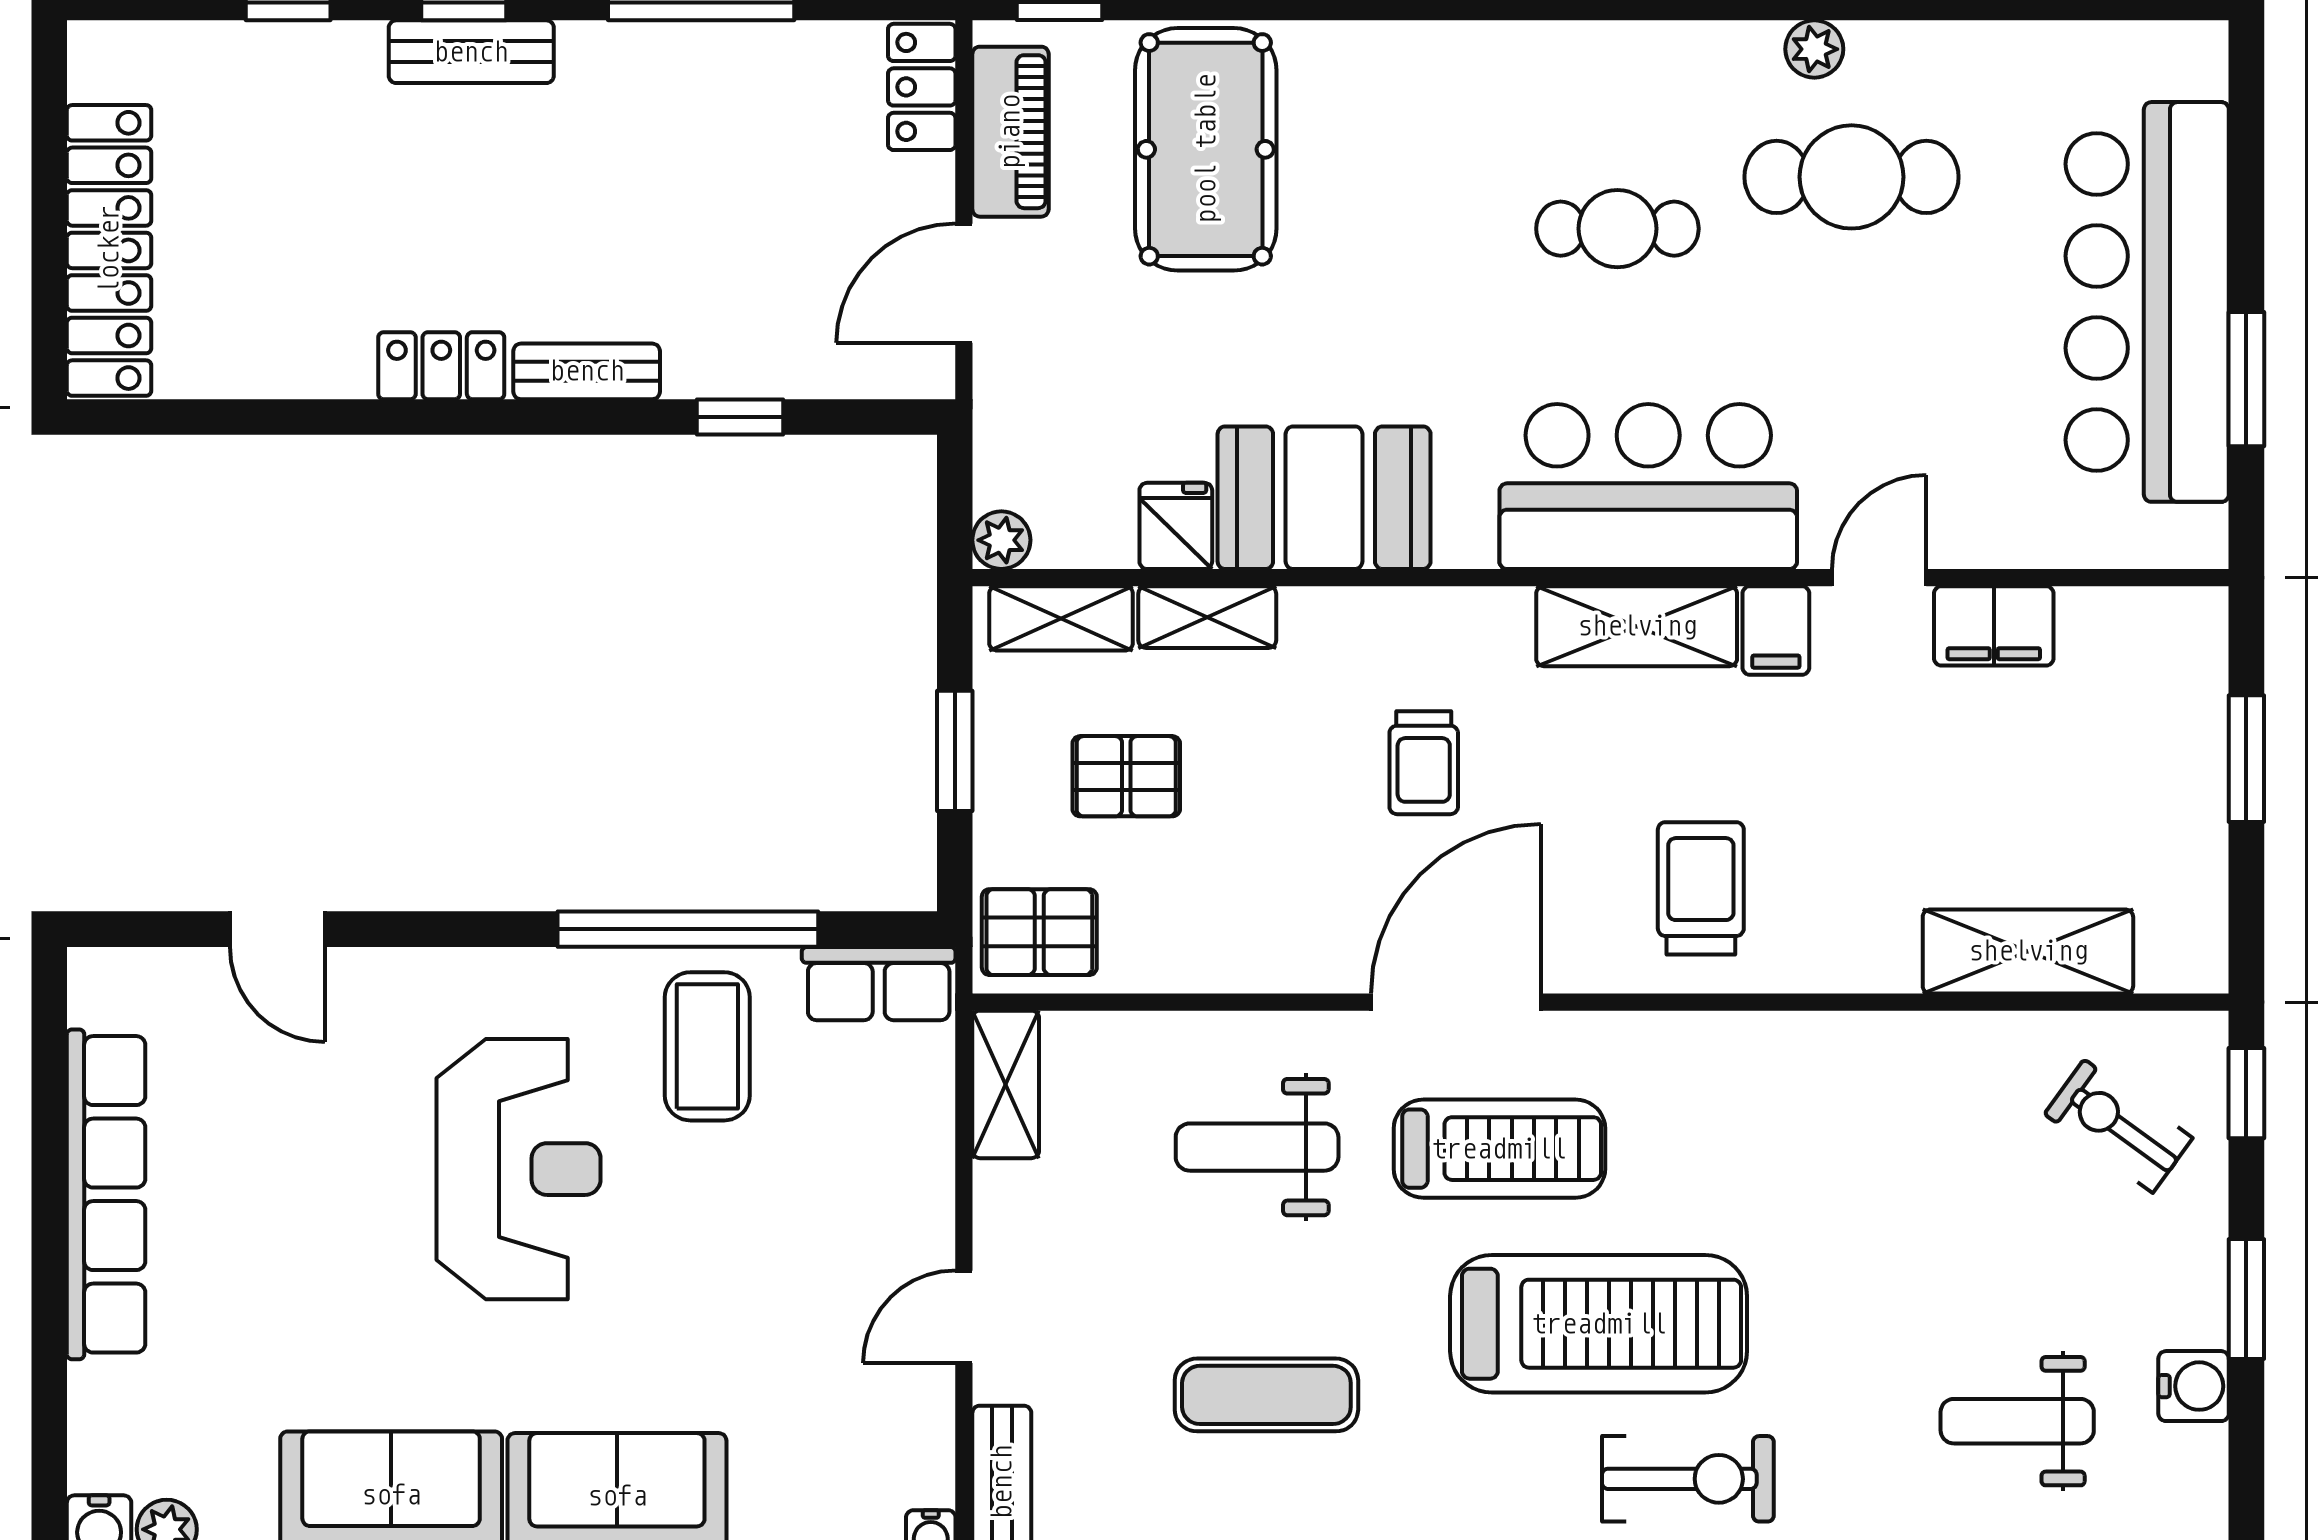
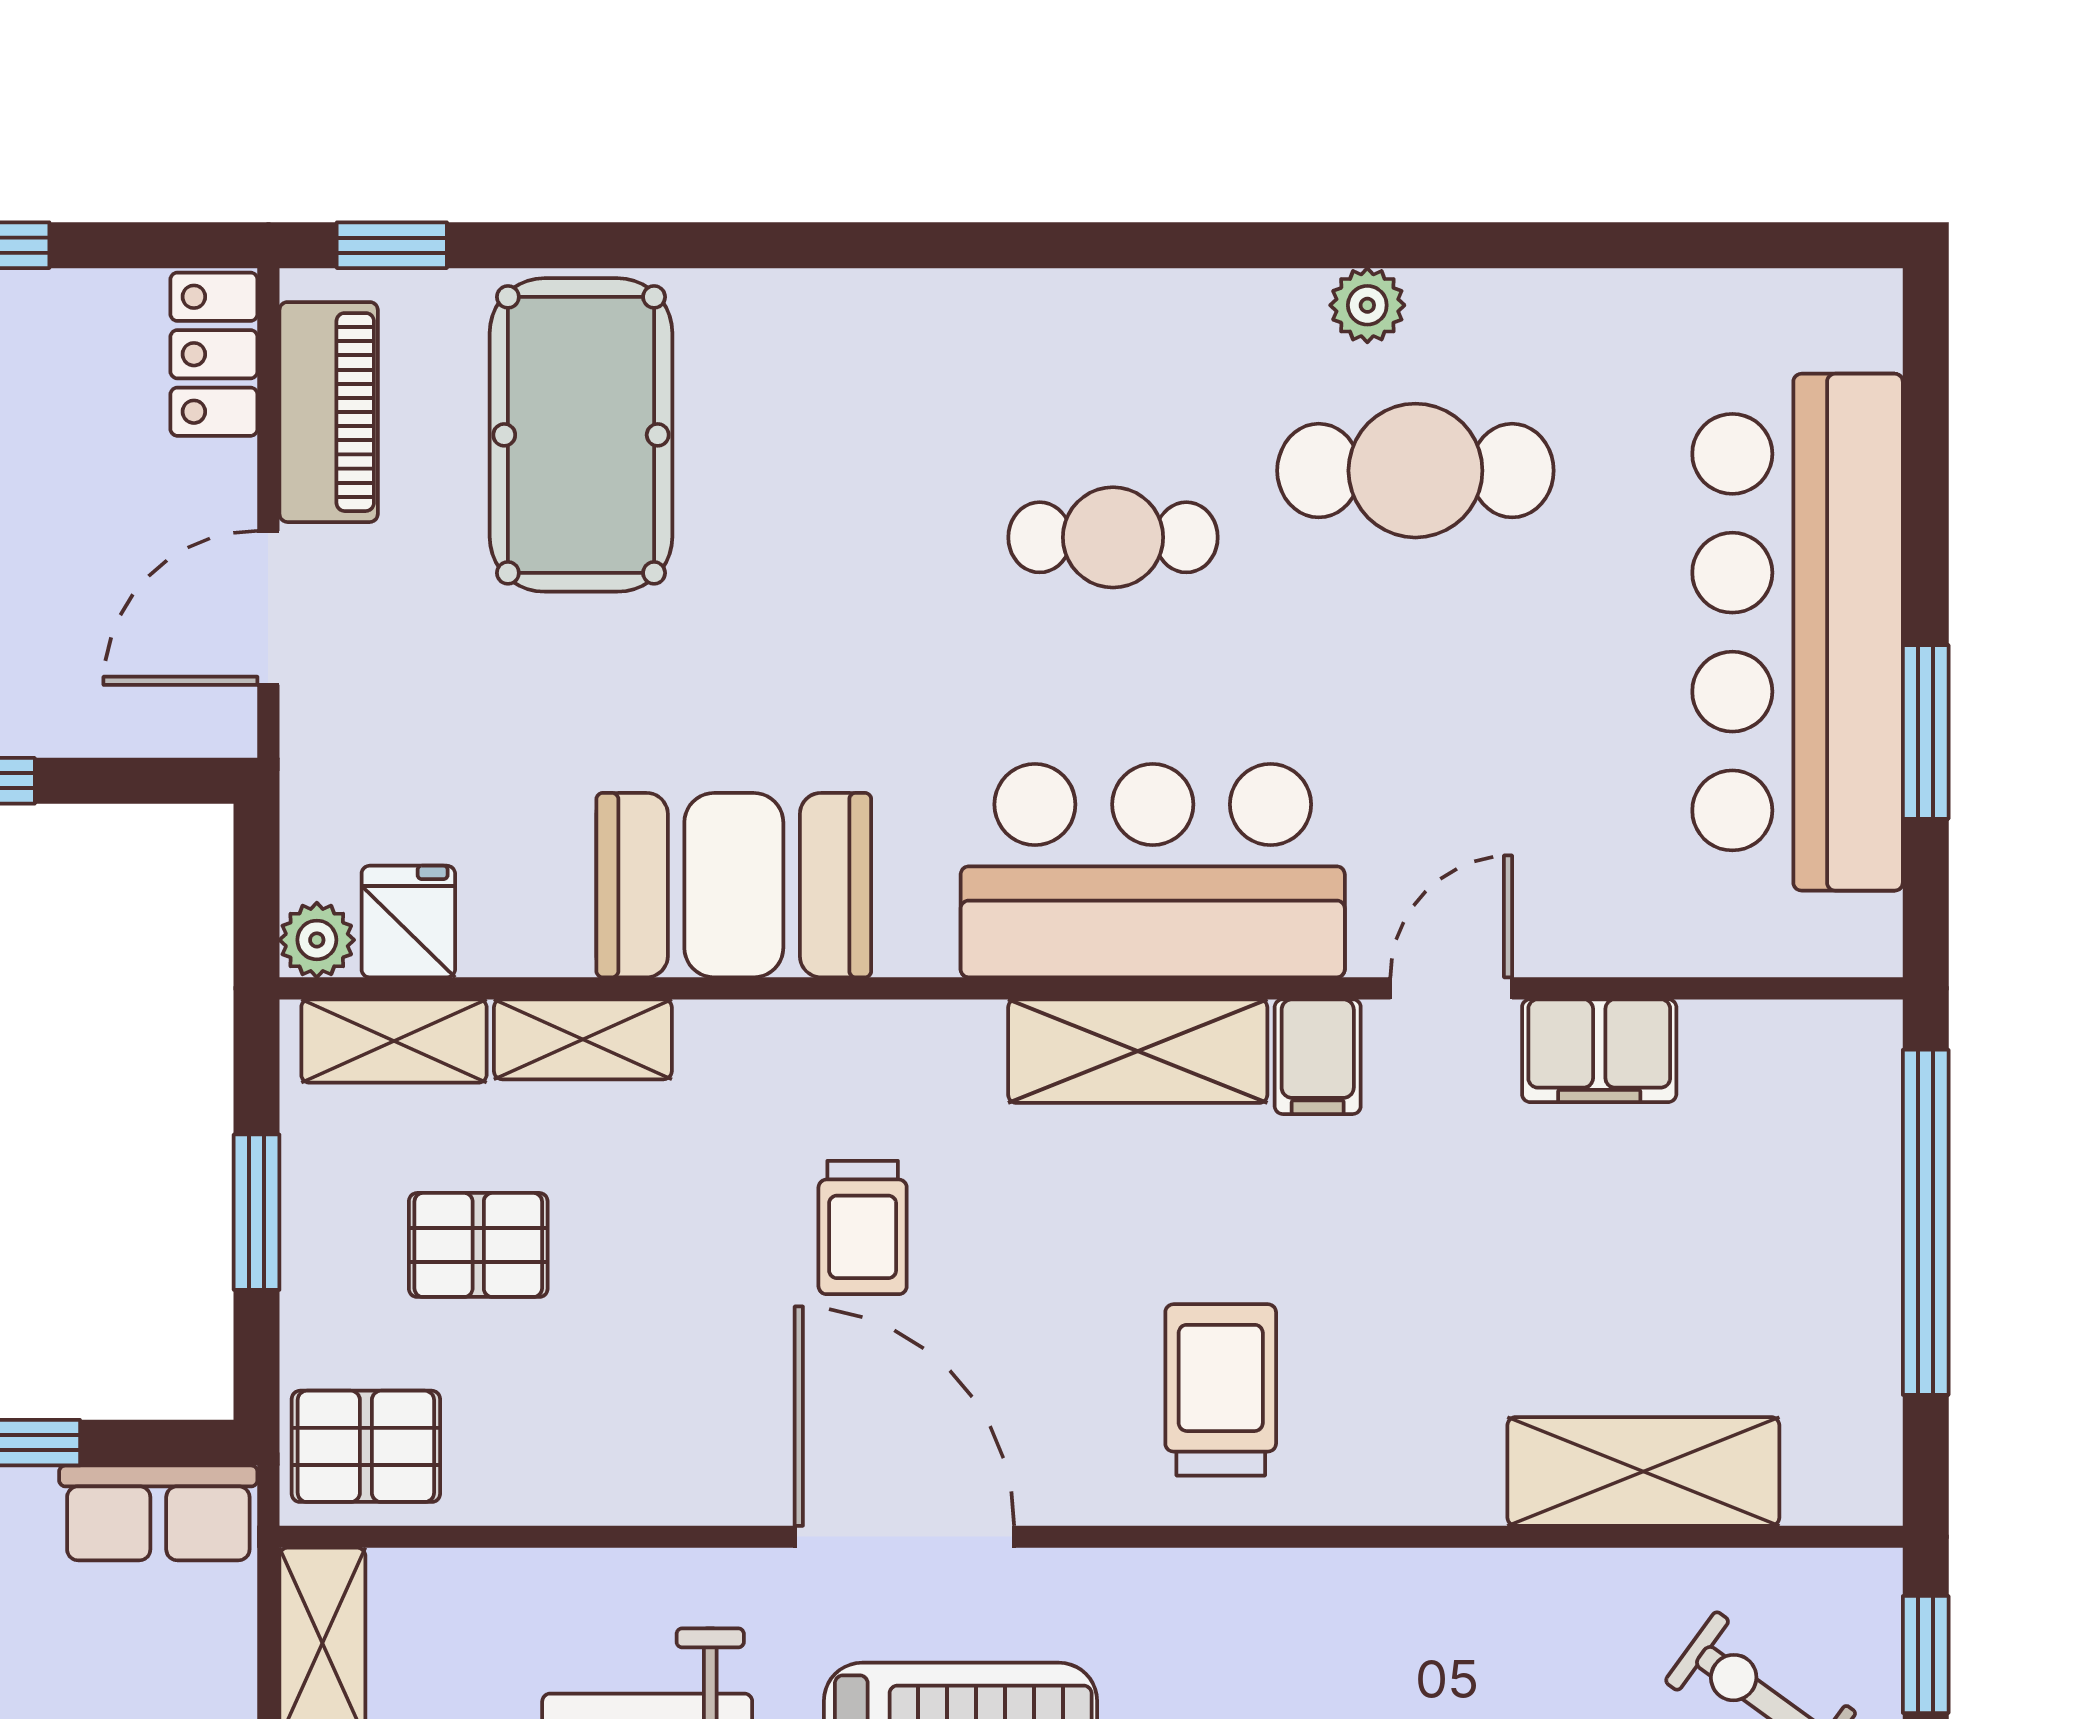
fridge: (1176, 526) -> (408, 922), moved
window: (2246, 759) -> (1926, 1222), width x2.11
door: (1456, 1002) -> (904, 1537), hinge flipped

